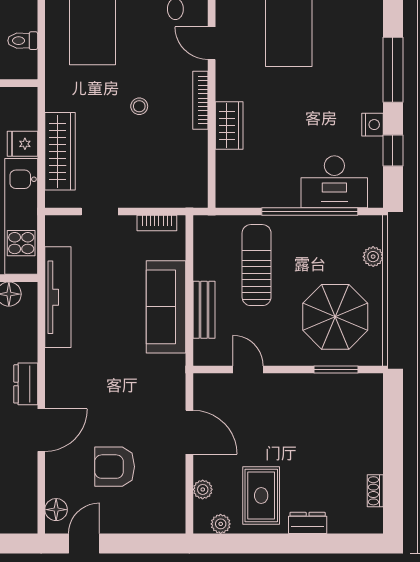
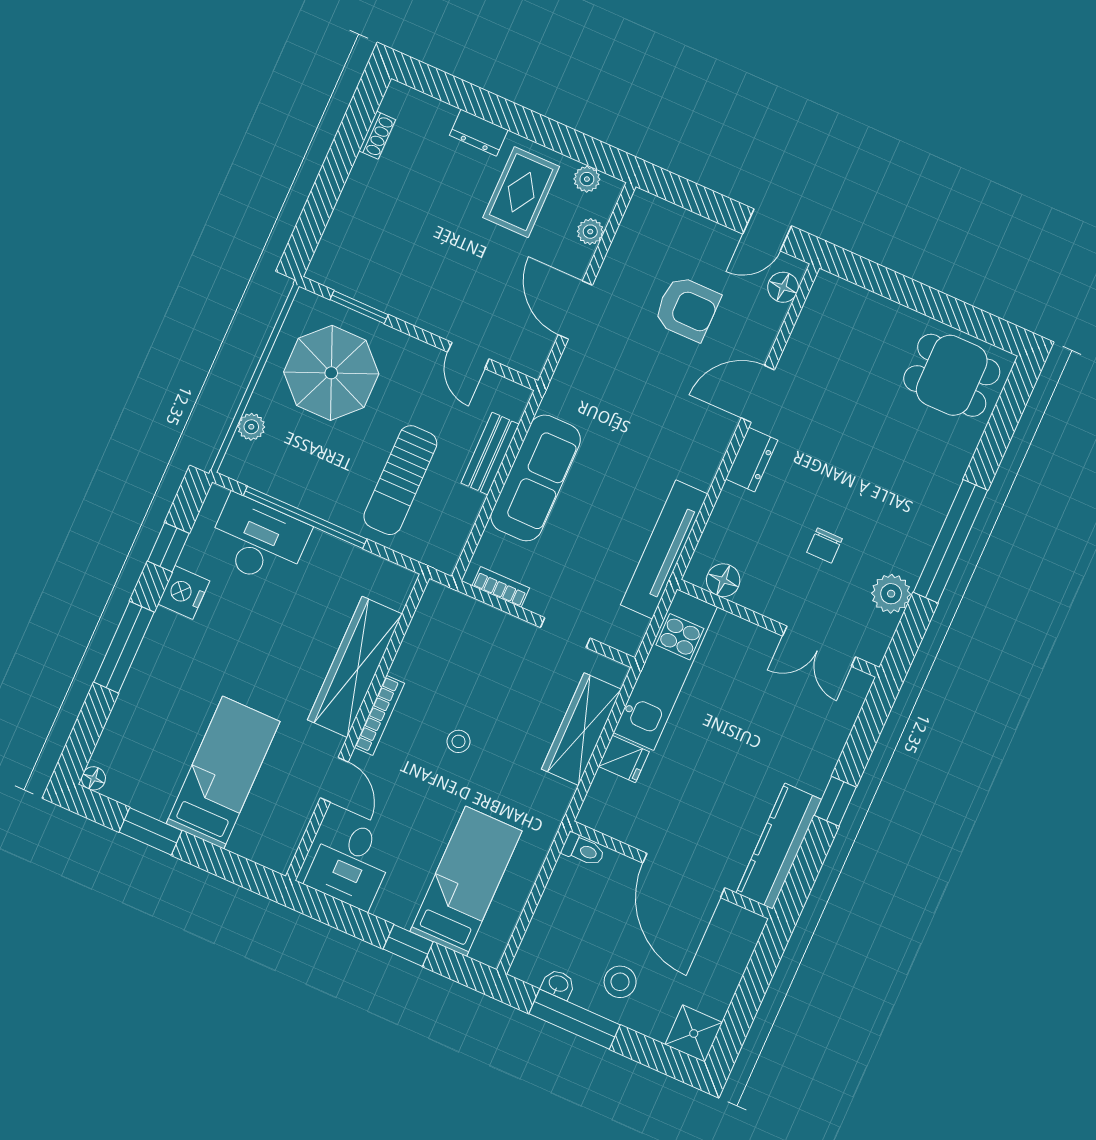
toilet: (23, 41) -> (583, 850), moved
wardrobe: (229, 125) -> (355, 667), width x2.10, depth x1.17
nightstand: (373, 125) -> (184, 592), width x1.36, depth x1.33

